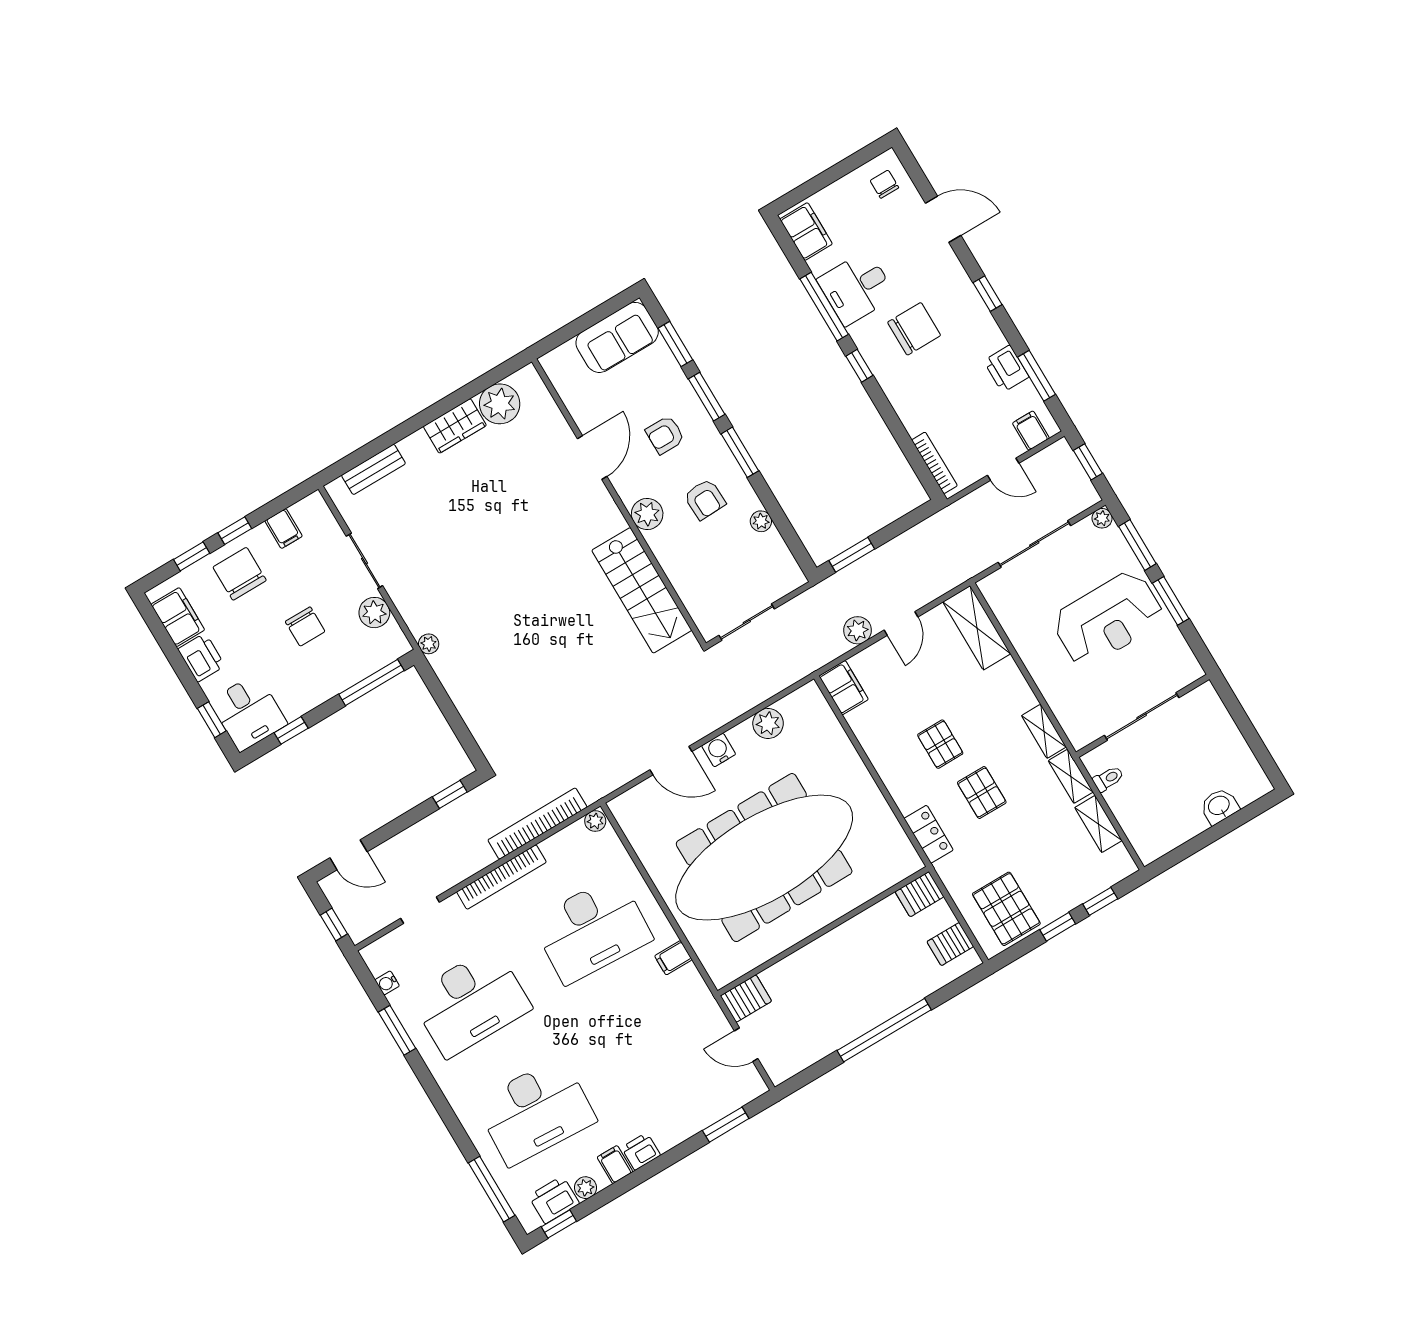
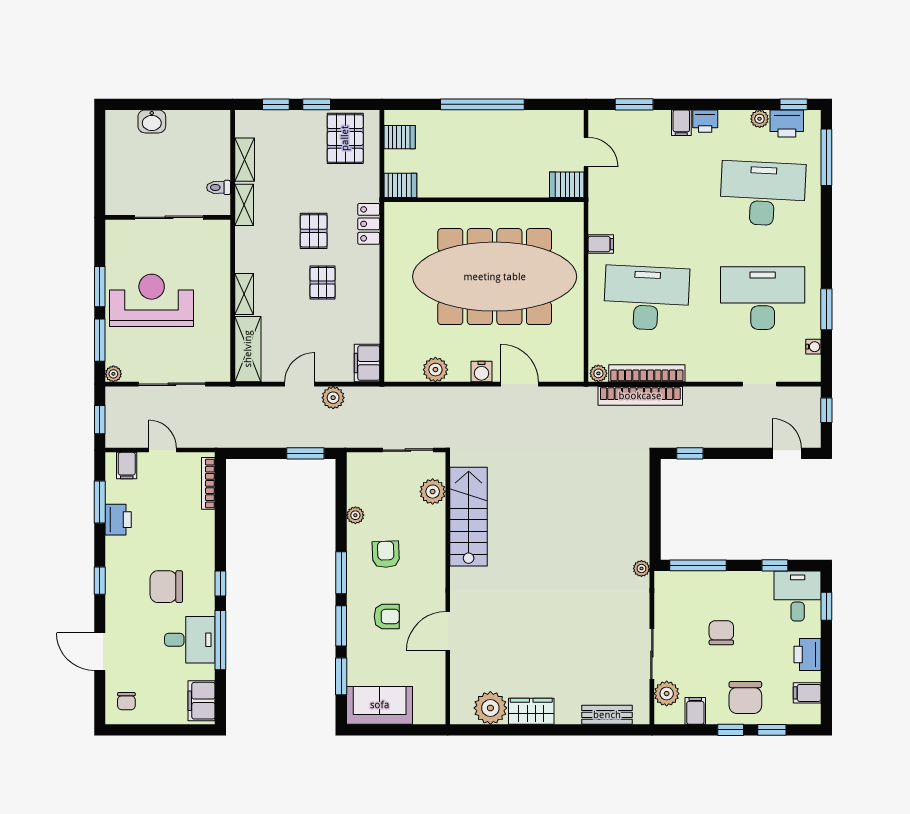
plant: (647, 514) -> (433, 492), moved
plant: (374, 613) -> (667, 694), moved
filing cabinet: (178, 617) -> (807, 693), width x0.50
shelving: (1044, 731) -> (244, 294), moved
bookcase: (501, 877) -> (647, 373), moved
filing cabinet: (615, 1165) -> (681, 123), moved

